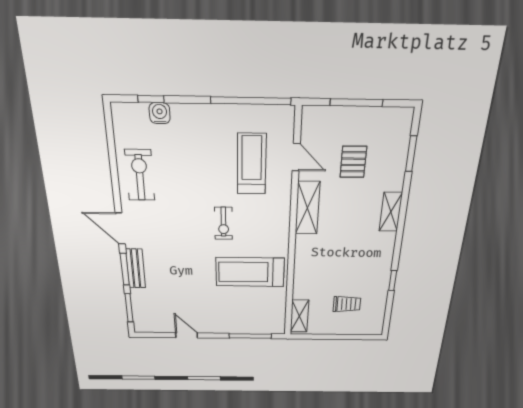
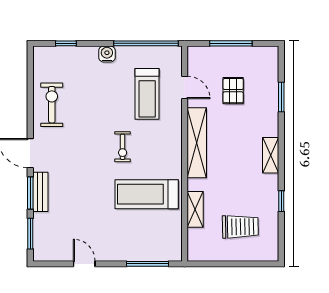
water cooler: (160, 113) -> (107, 54), moved
window: (411, 154) -> (281, 97), moved
treadmill: (252, 164) -> (147, 94), turned 180
shelving: (307, 208) -> (197, 143), width x1.47
shelving: (391, 212) -> (271, 155), moved
trolley: (347, 304) -> (240, 227), width x1.36, depth x1.39
shelving: (299, 316) -> (195, 209), moved

